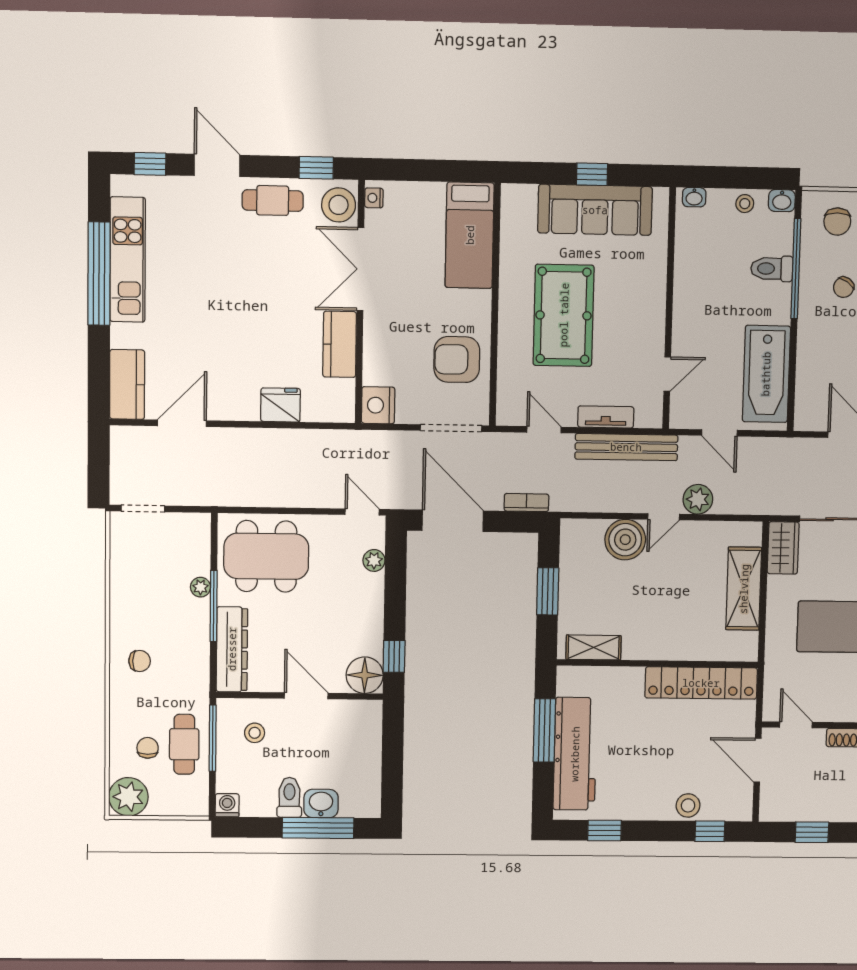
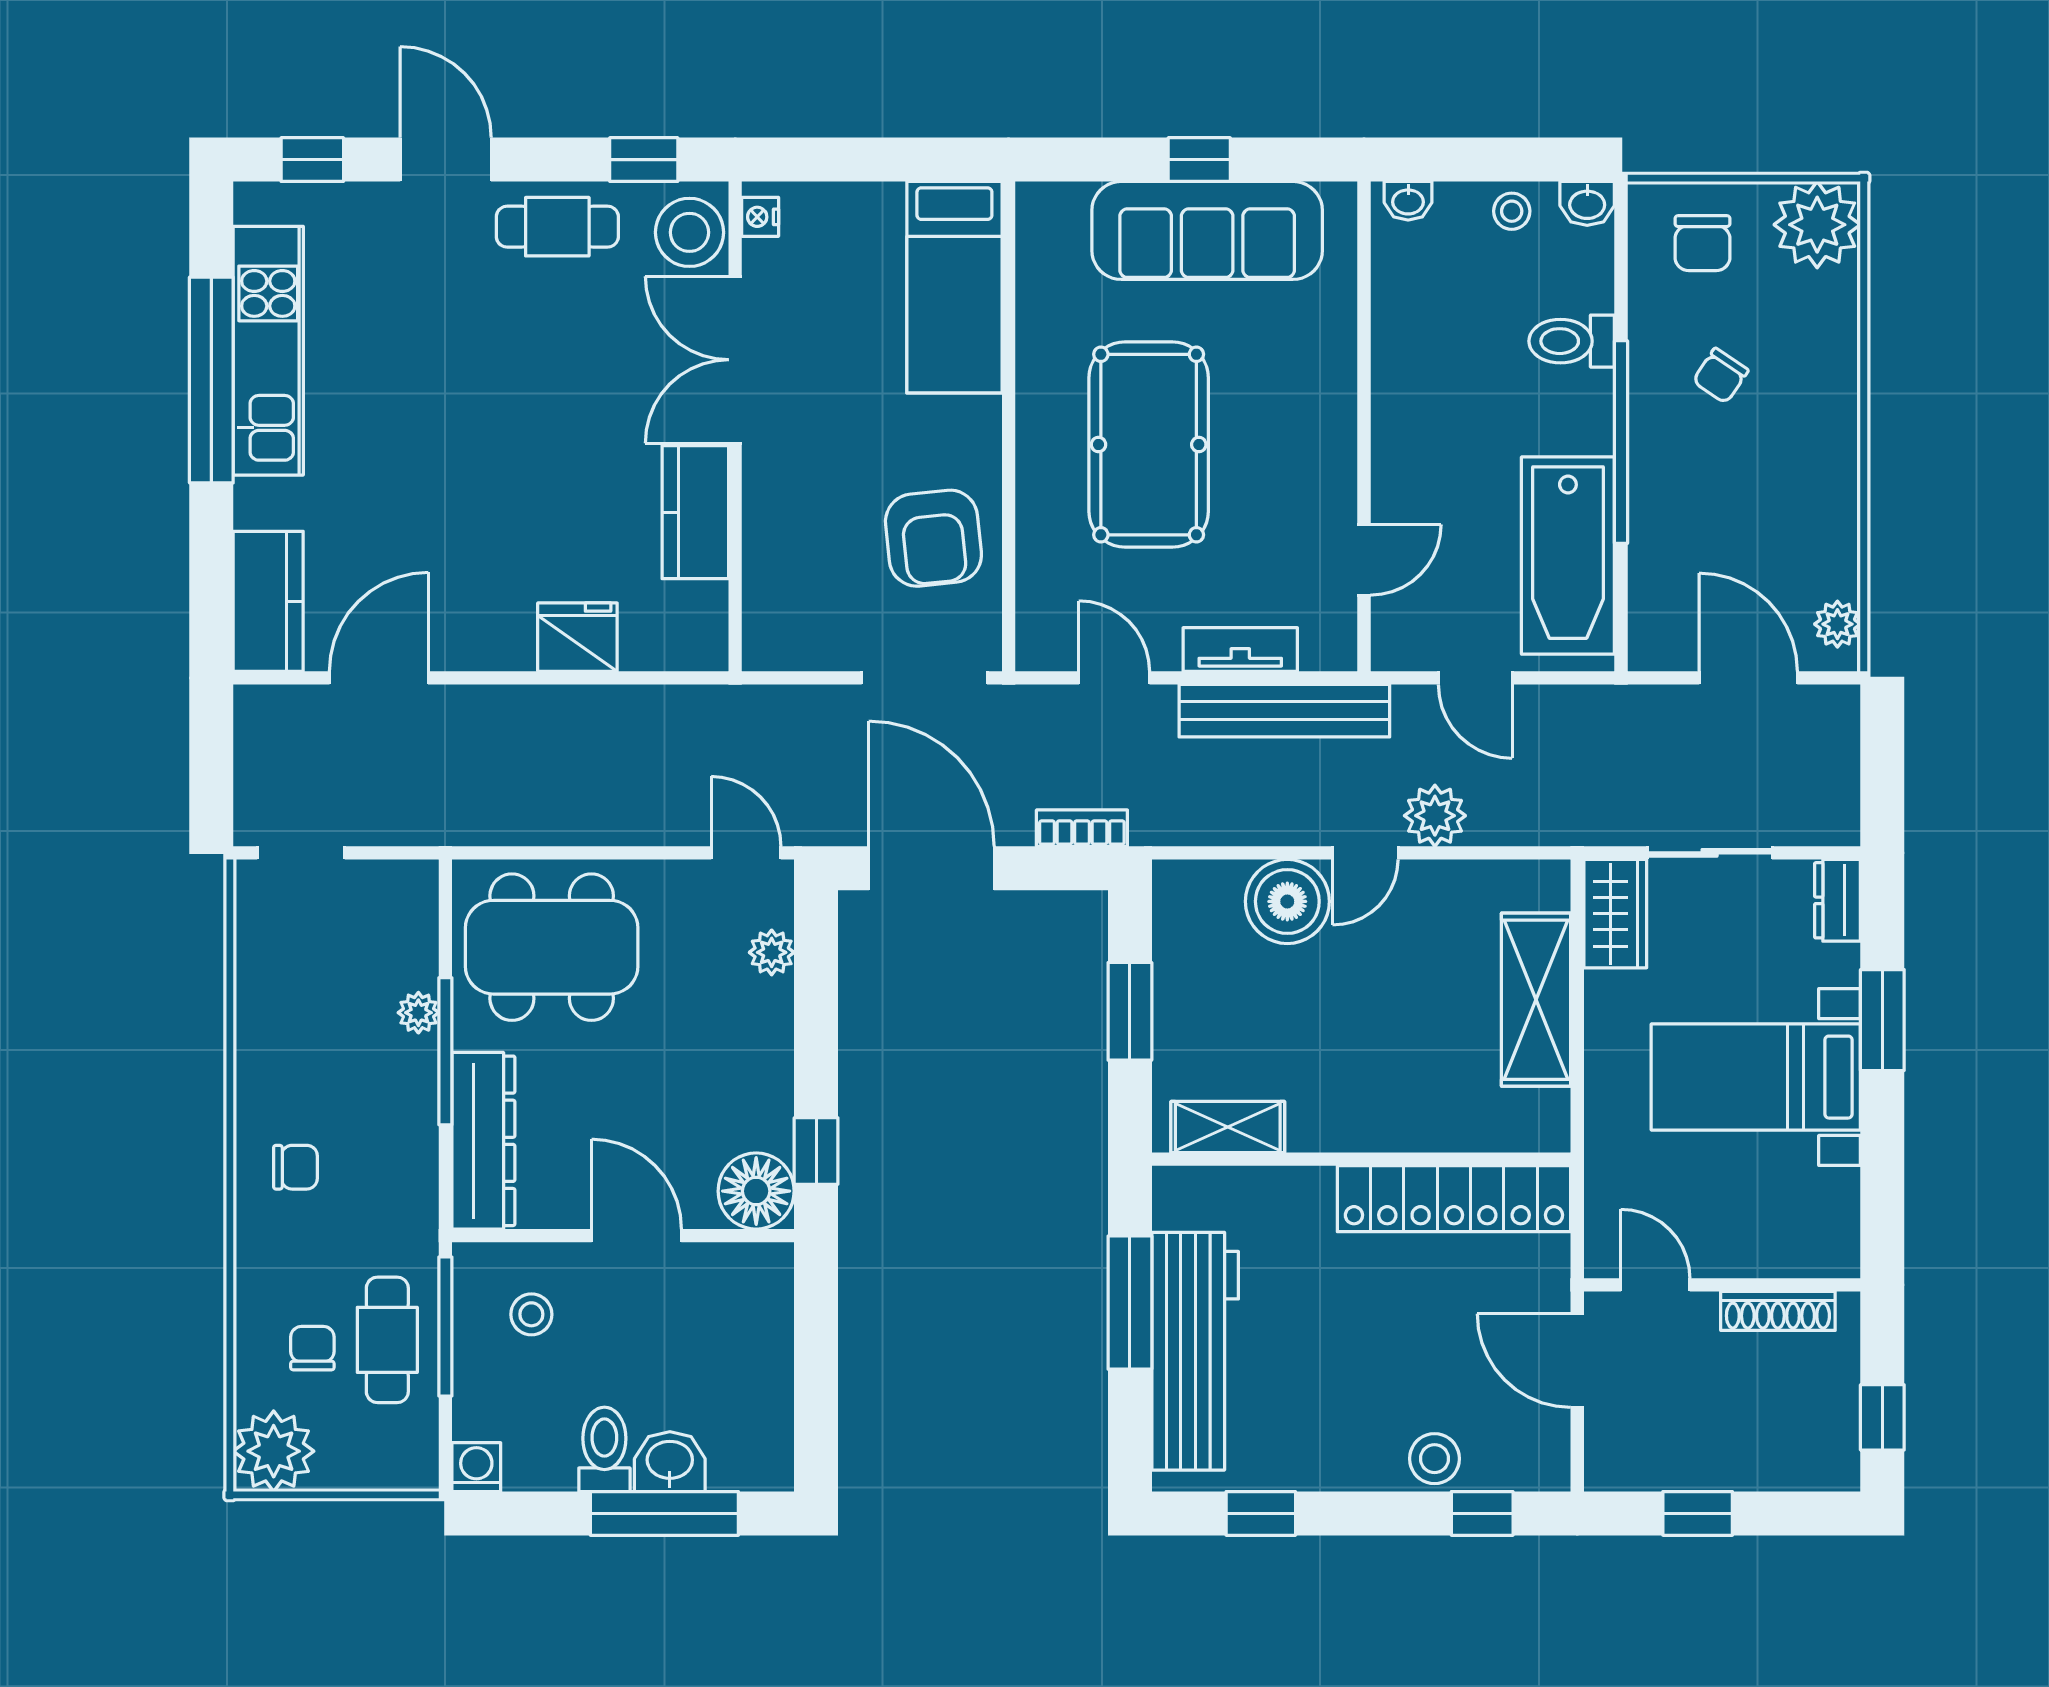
window: (796, 269) -> (1621, 442), moved
armchair: (457, 359) -> (933, 538), turned -96
nightstand: (378, 405) -> (775, 634), removed

